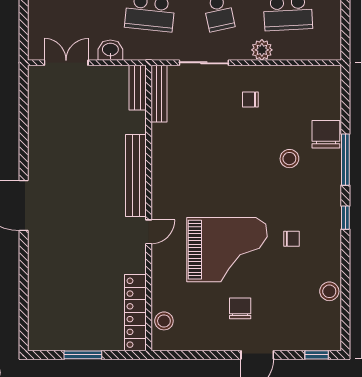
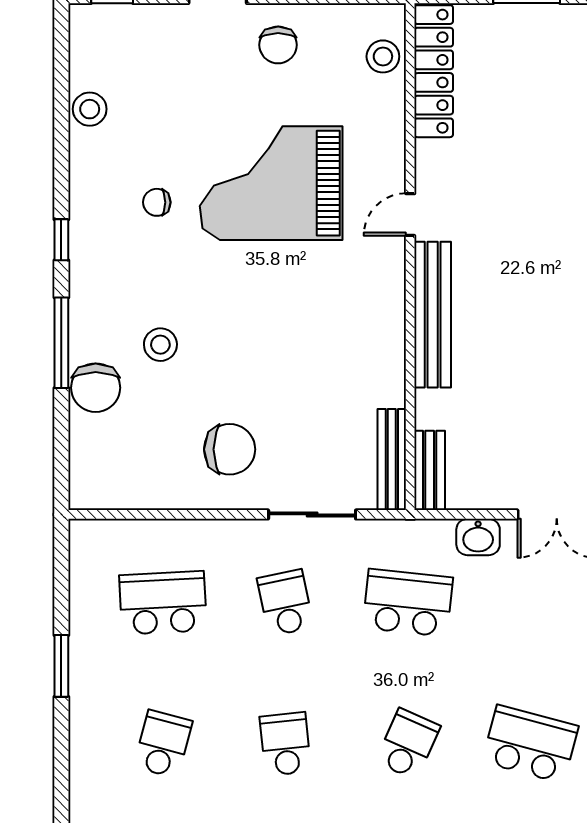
plant: (262, 50) -> (209, 537), removed
chair: (250, 100) -> (230, 449), width x1.87, depth x1.87
chair: (240, 308) -> (278, 45), moved

